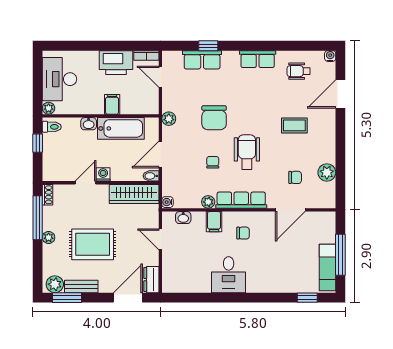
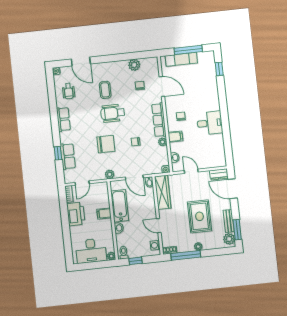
wheelchair: (247, 152) -> (113, 113), moved
washing machine: (103, 174) -> (155, 245), moved
door: (160, 239) -> (191, 171), swing flipped
exam couch: (327, 267) -> (181, 59), moved

